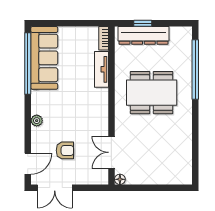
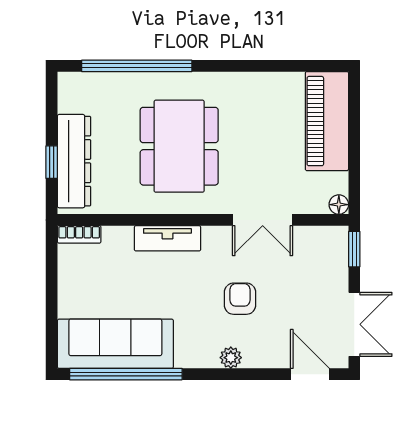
tv unit: (102, 69) -> (167, 238), moved
armchair: (65, 150) -> (240, 299), moved
double door: (111, 152) -> (263, 220), moved
piano: (165, 173) -> (327, 121), added
window: (96, 188) -> (354, 249), added

